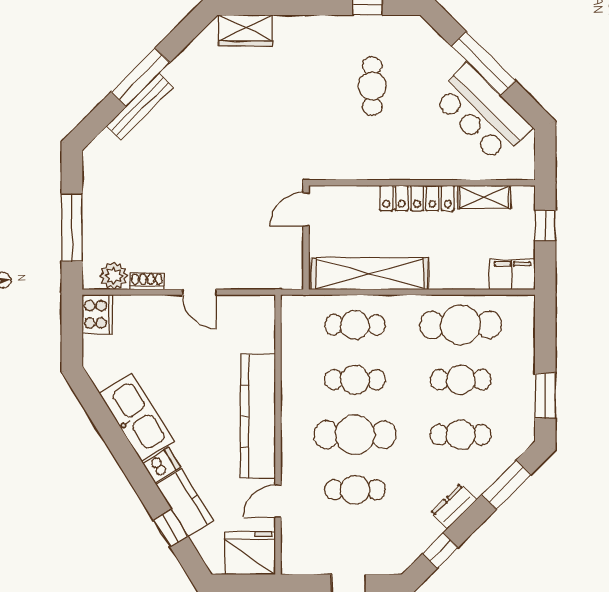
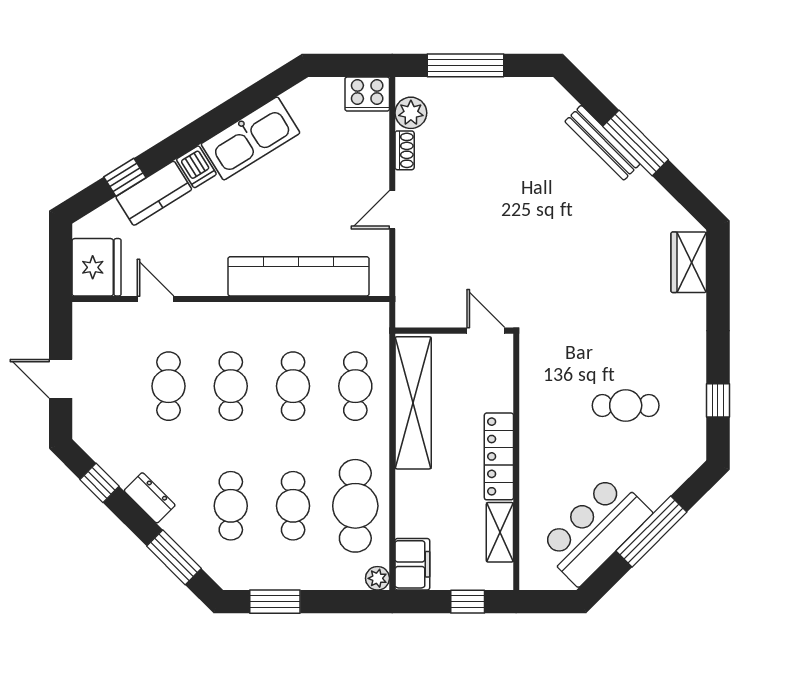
plant: (525, 305) -> (377, 578), added
kitchen counter: (258, 416) -> (298, 276), moved
cafe table: (355, 435) -> (231, 386), width x0.73, depth x0.74

